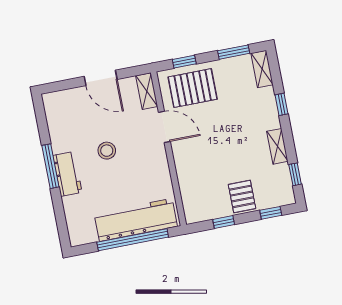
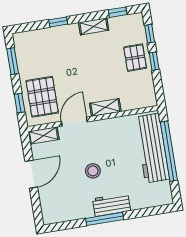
shelving: (262, 69) -> (105, 107), moved
pallet: (242, 196) -> (135, 58), turned 90
window: (224, 222) -> (154, 61), moved

